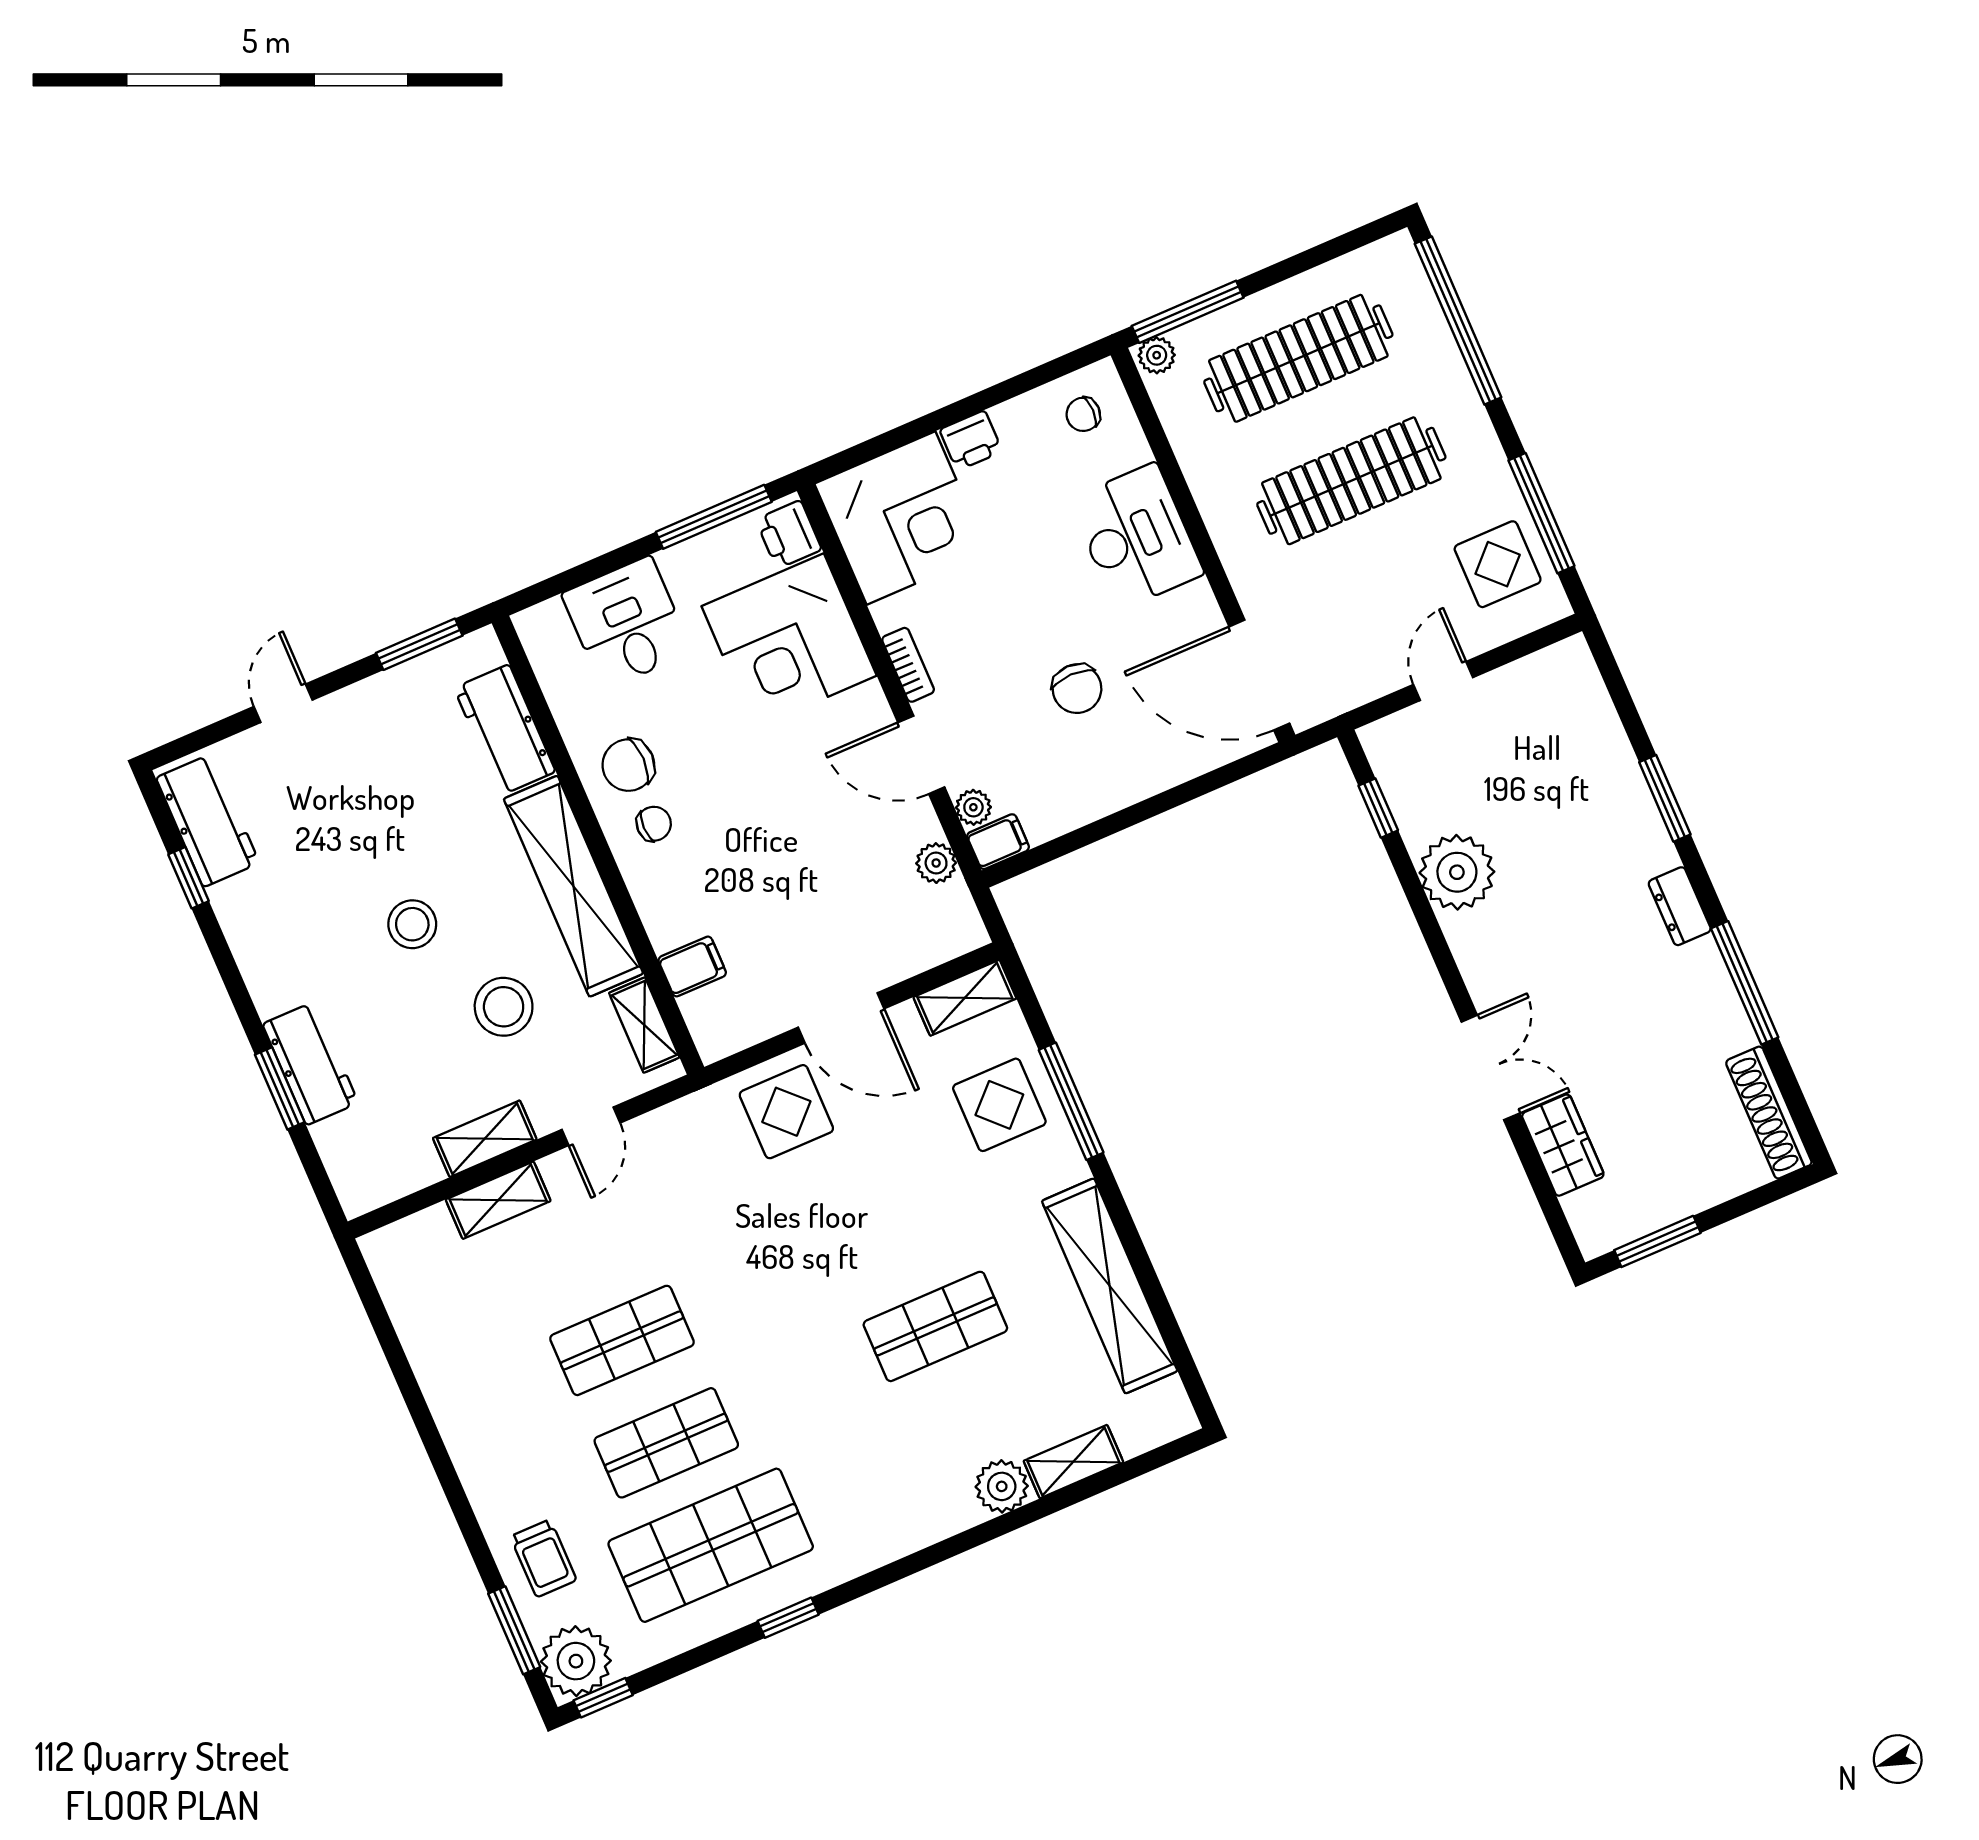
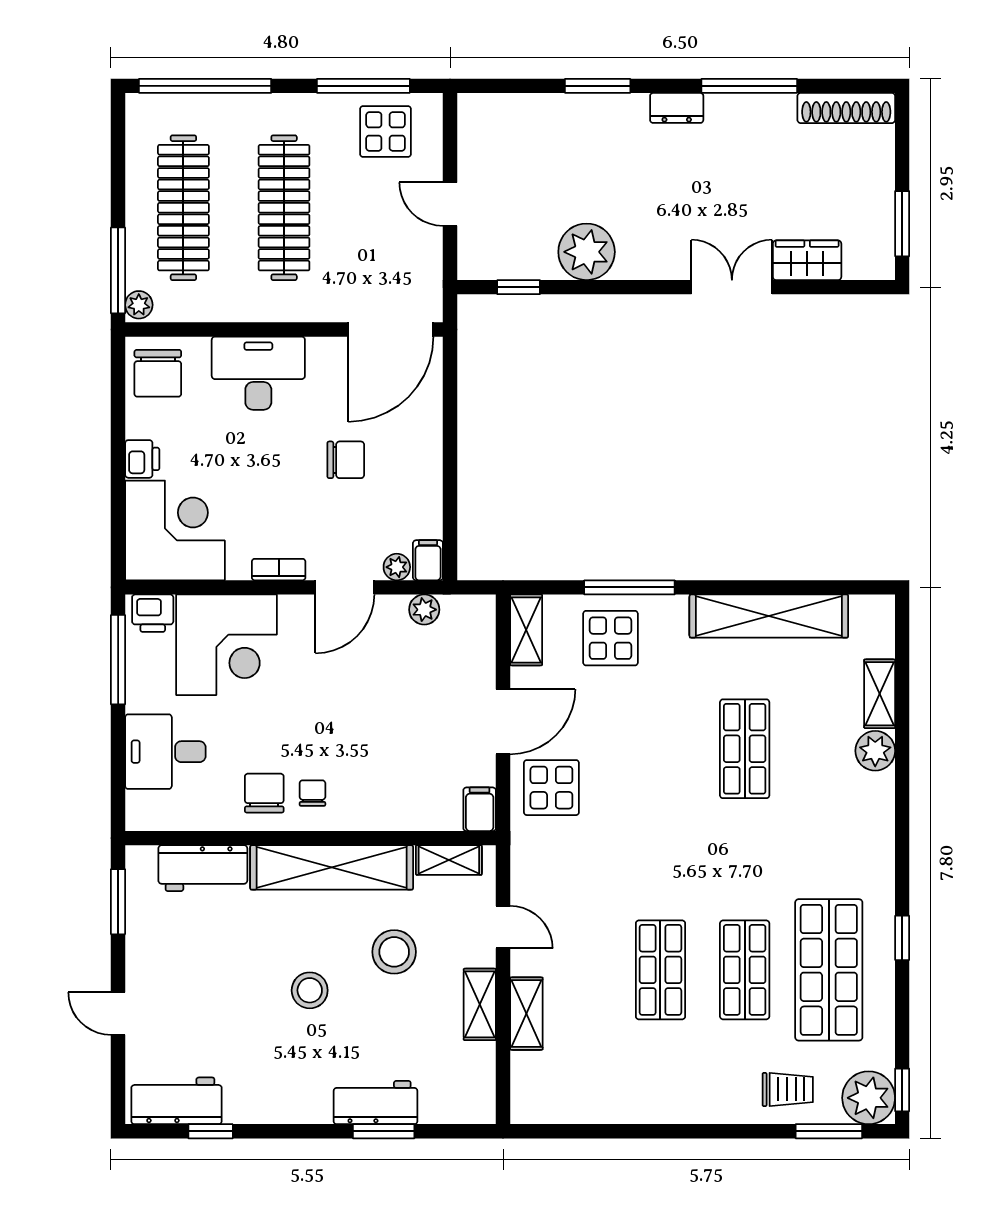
chair: (1083, 414) -> (158, 373), width x1.87, depth x1.87
chair: (628, 765) -> (264, 793), turned 180
filing cabinet: (692, 966) -> (480, 809), moved

